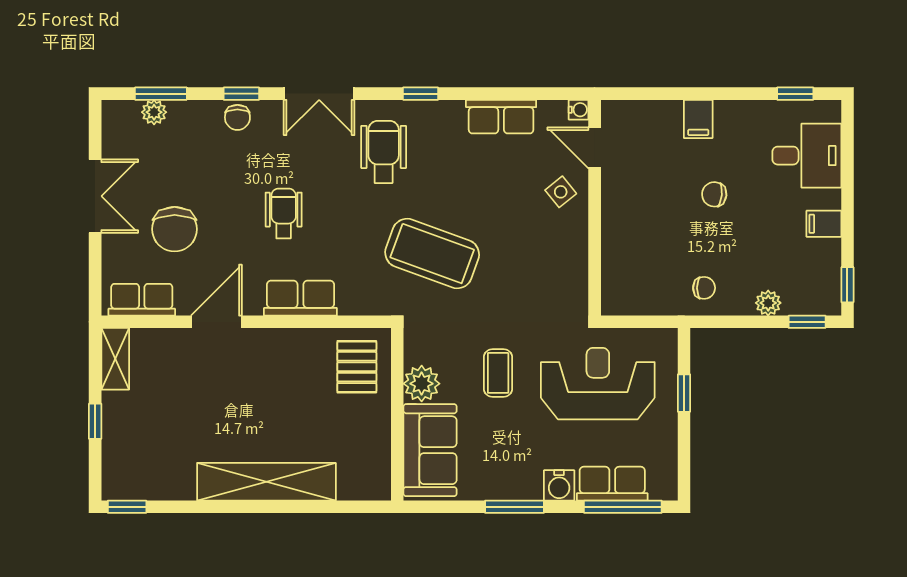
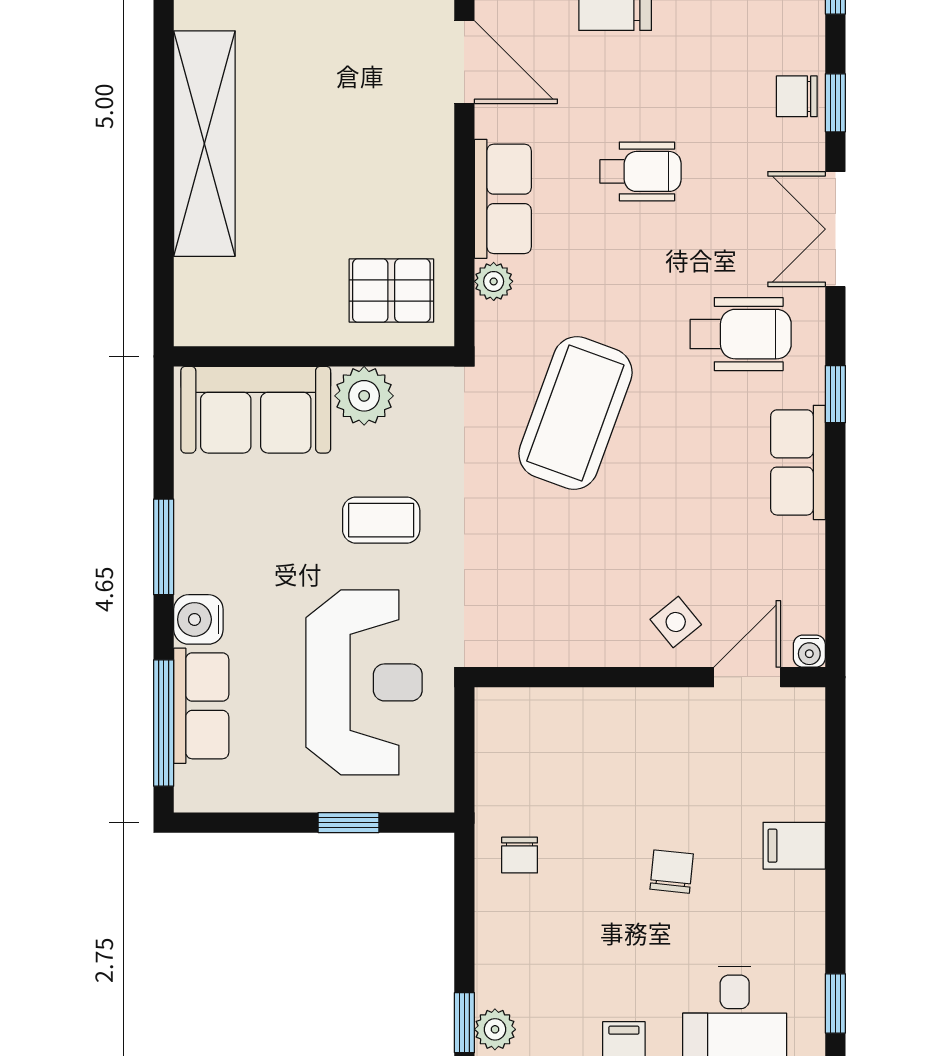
row of seats: (501, 117) -> (798, 462), moved
plant: (768, 303) -> (495, 1029), moved
plant: (351, 304) -> (494, 281), added

